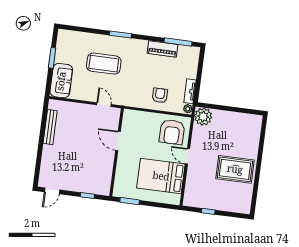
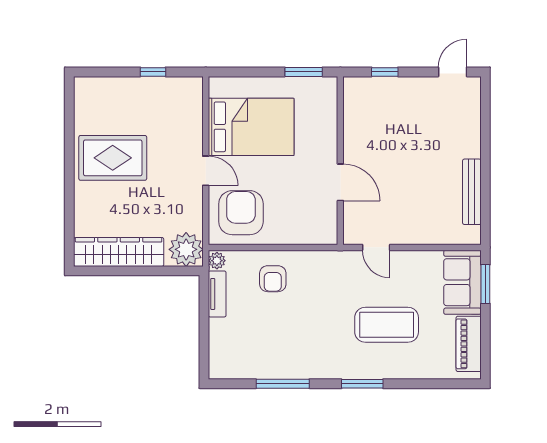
window: (178, 42) -> (283, 384), moved
piano: (163, 49) -> (469, 344), moved, turned -90
window: (52, 58) -> (485, 284), moved
wardrobe: (238, 120) -> (119, 252), added

